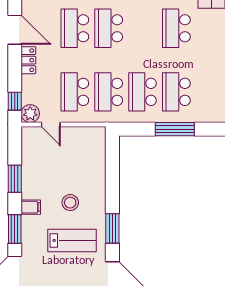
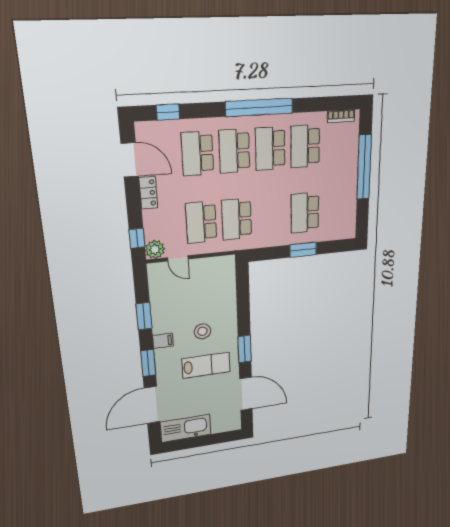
school desk: (143, 92) -> (270, 149), moved
window: (175, 129) -> (303, 250), width x0.69

